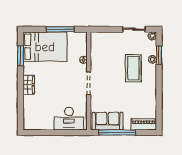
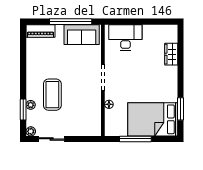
wardrobe: (29, 85) -> (171, 54), moved

